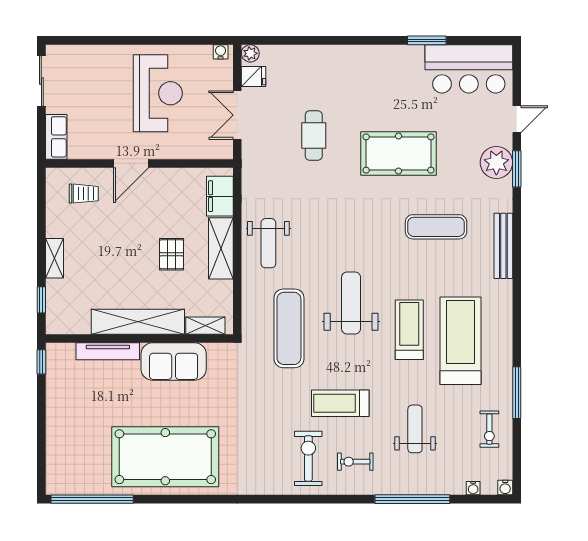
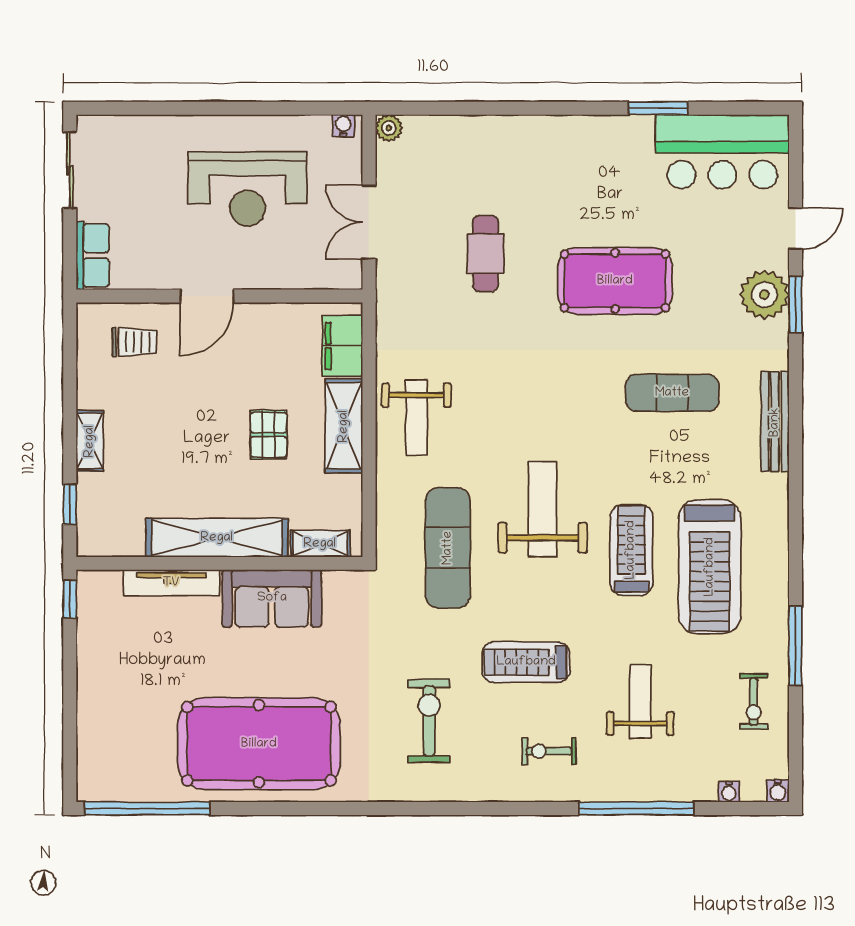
fridge: (254, 76) -> (394, 163), removed
reception desk: (158, 93) -> (248, 189), turned 90
treadmill: (461, 341) -> (710, 567), turned 180
exercise bike: (308, 458) -> (429, 721), moved

